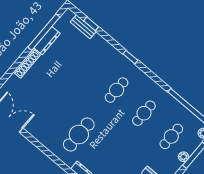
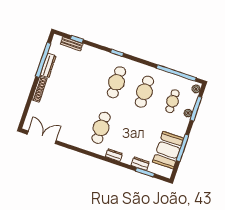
cafe table: (117, 90) -> (116, 82), width x1.37, depth x1.35
cafe table: (144, 113) -> (144, 92), width x1.37, depth x1.35

